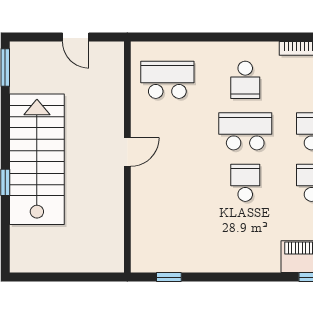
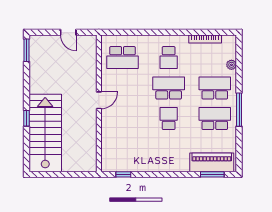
school desk: (167, 80) -> (122, 58), turned 180
stairs: (37, 159) -> (45, 133), moved

